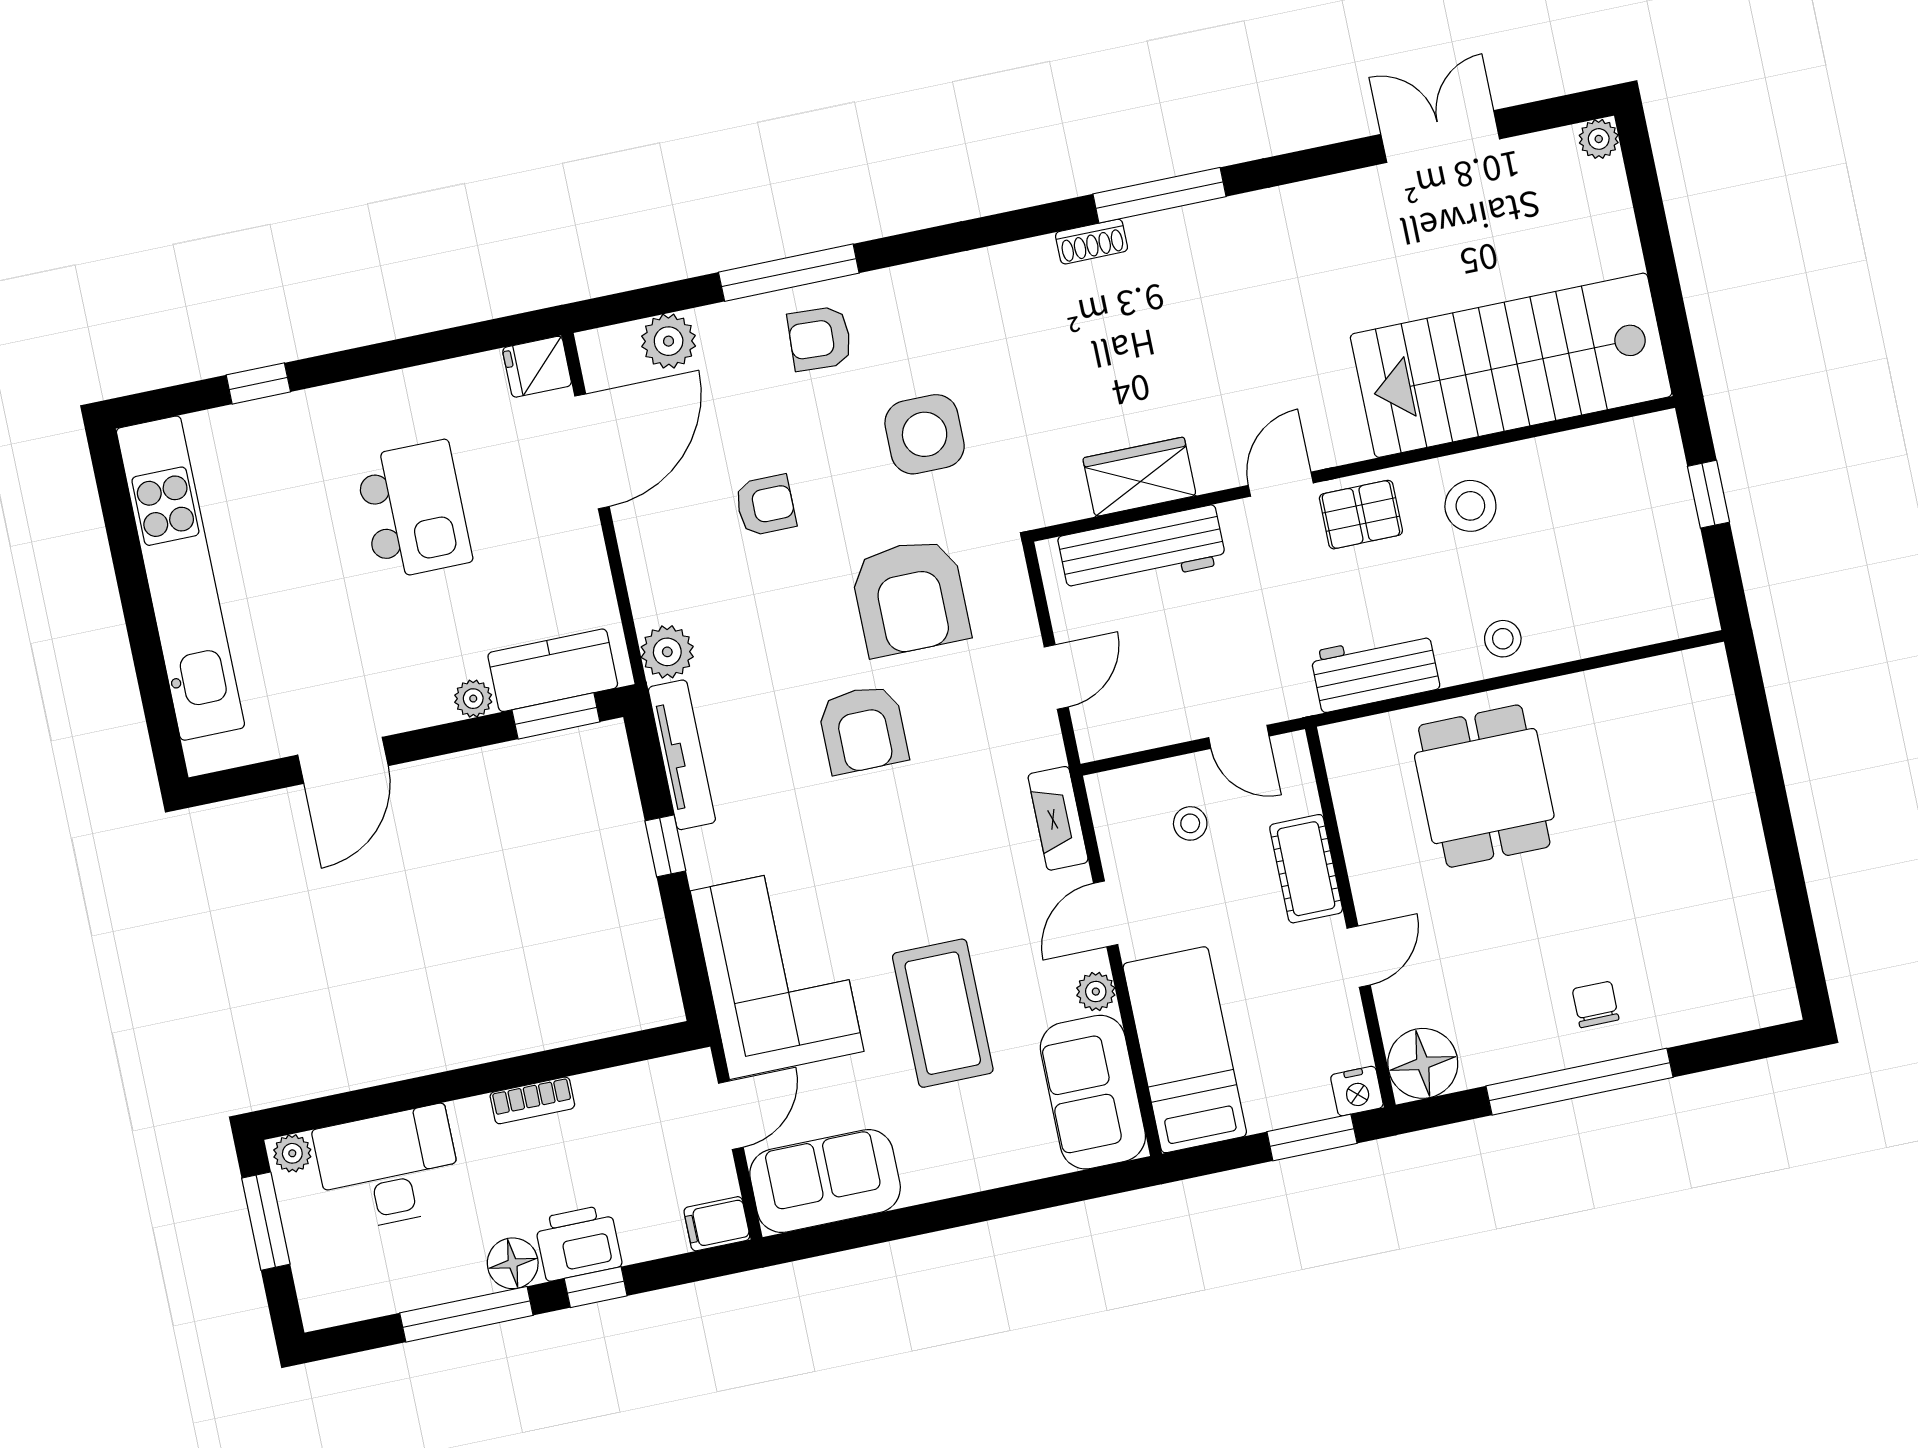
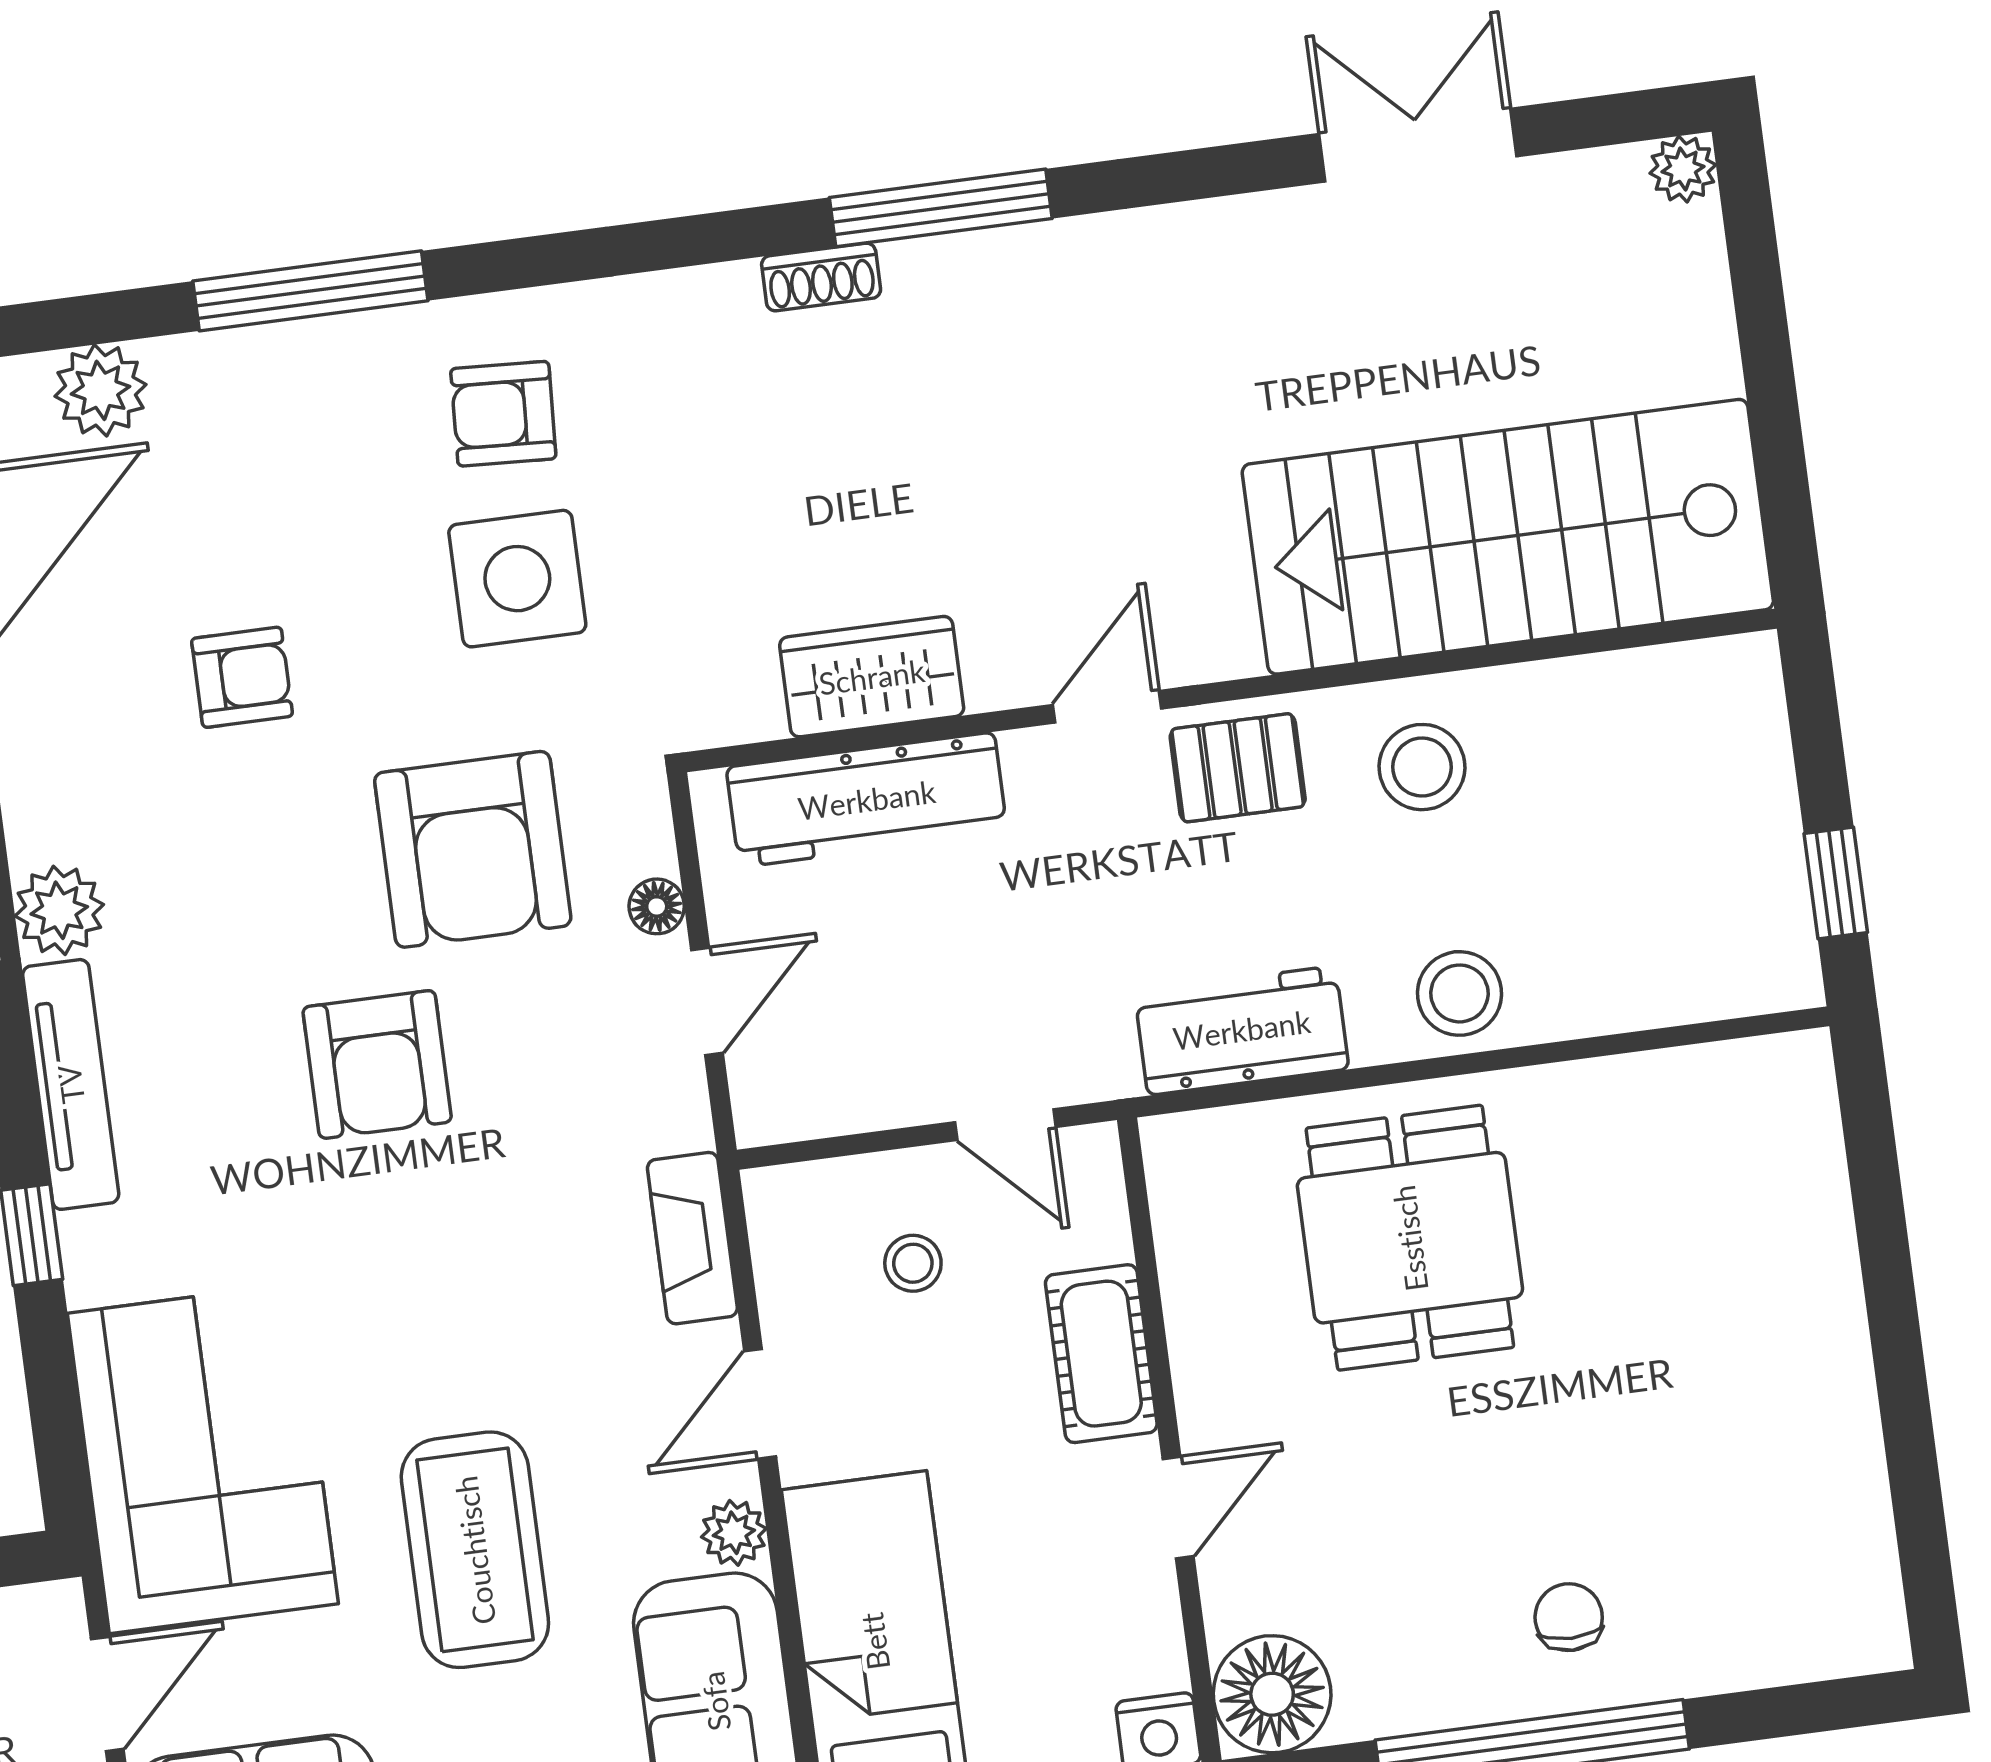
armchair: (820, 338) -> (503, 414), moved
window: (1708, 494) -> (1836, 883), moved
floor lamp: (1022, 623) -> (657, 906), added
stool: (1503, 639) -> (1459, 993), width x1.37, depth x1.37

